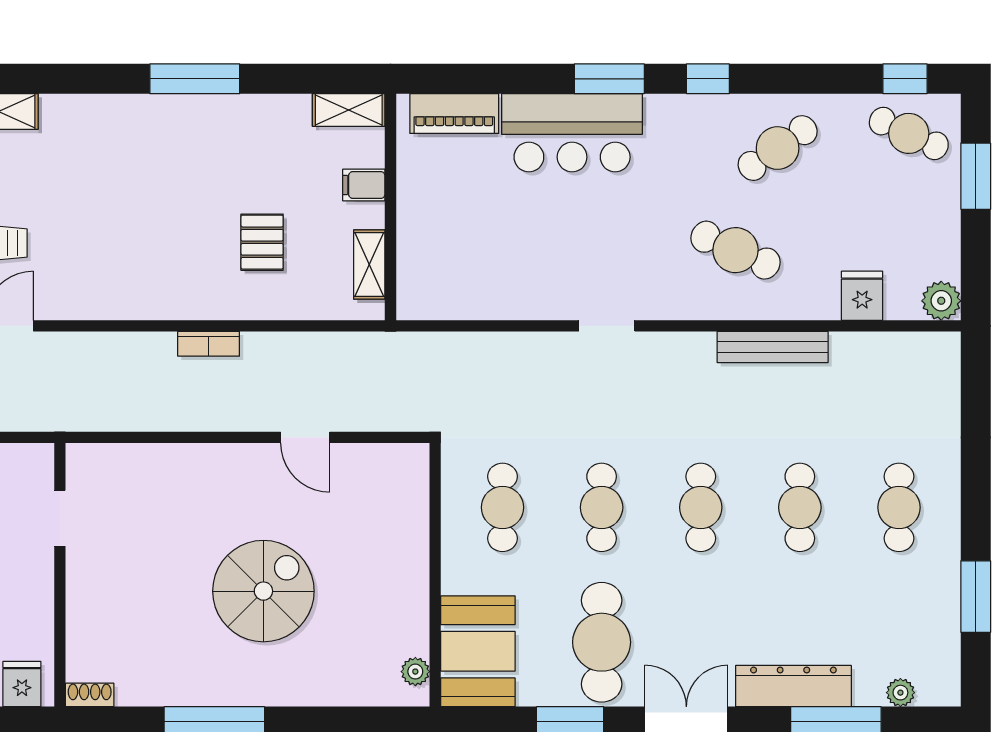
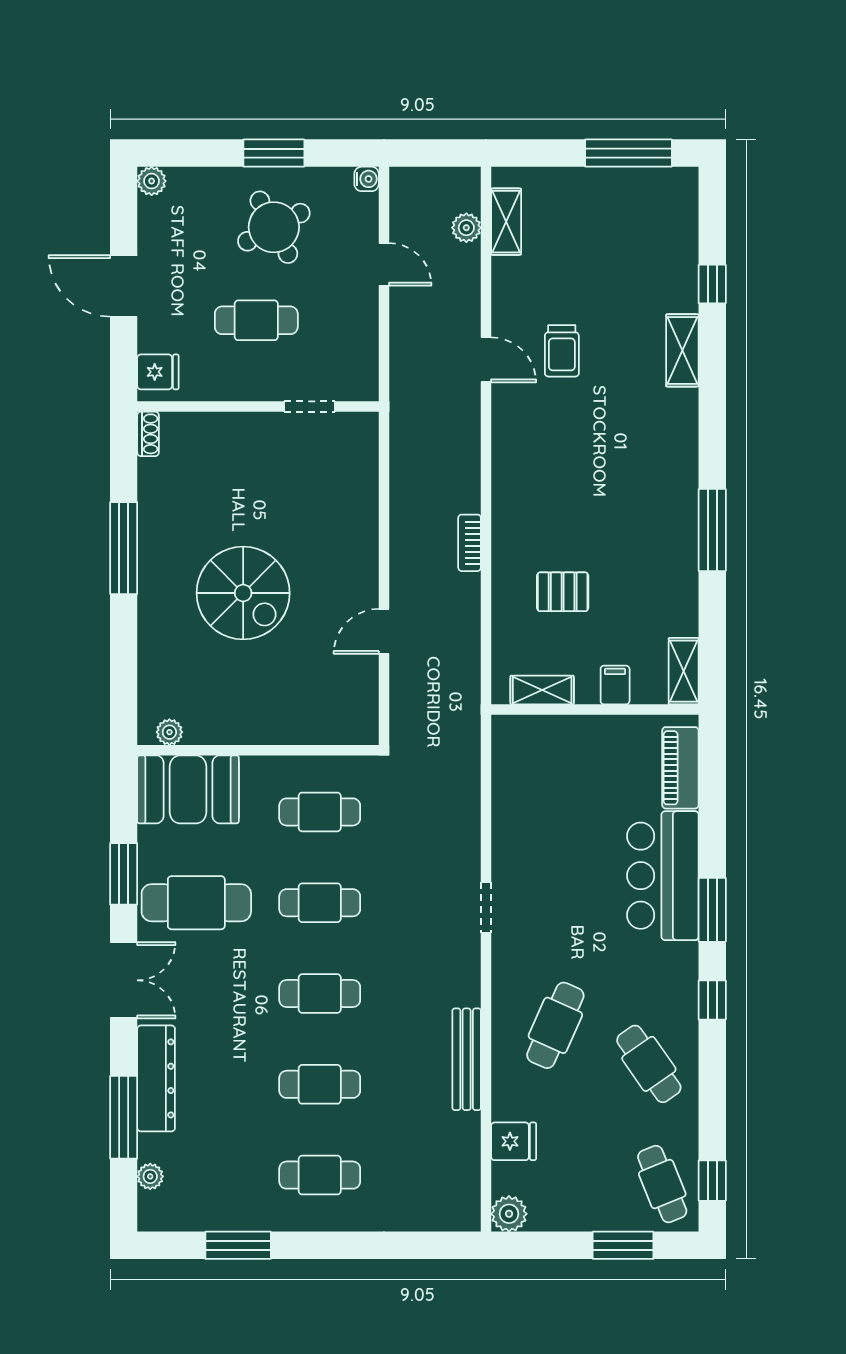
cafe table: (909, 133) -> (662, 1184), turned -47

